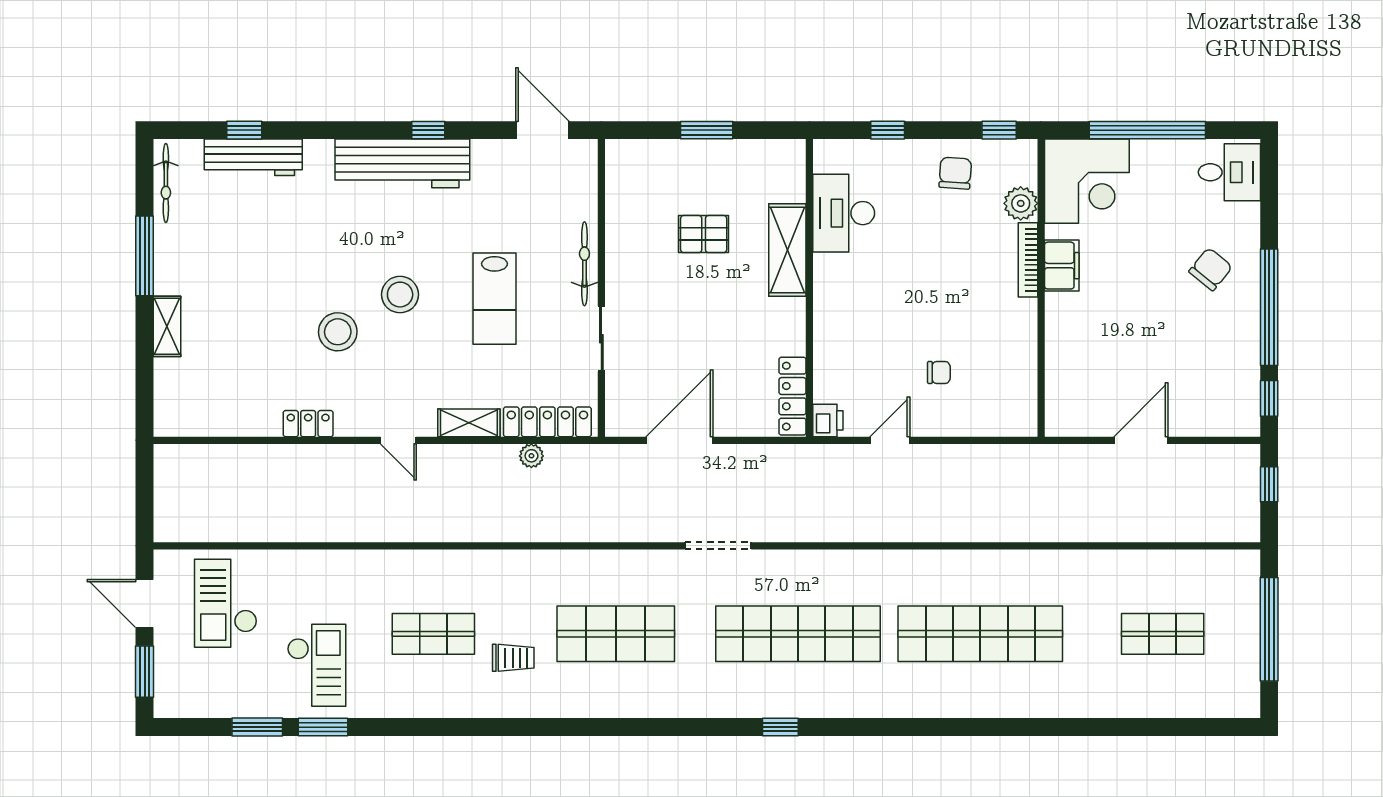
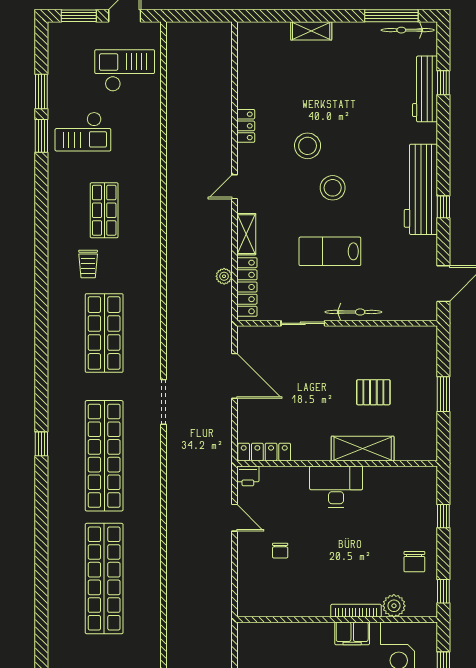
chair: (955, 173) -> (414, 562), turned 86
desk: (844, 213) -> (336, 487), moved
pallet: (704, 234) -> (373, 392), turned 90
window: (145, 256) -> (391, 16), moved

